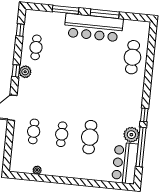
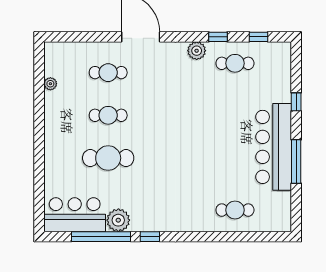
window: (65, 10) -> (296, 102), width x0.46
cafe table: (132, 57) -> (235, 210), width x0.73, depth x0.74
window: (16, 71) -> (218, 37), moved

